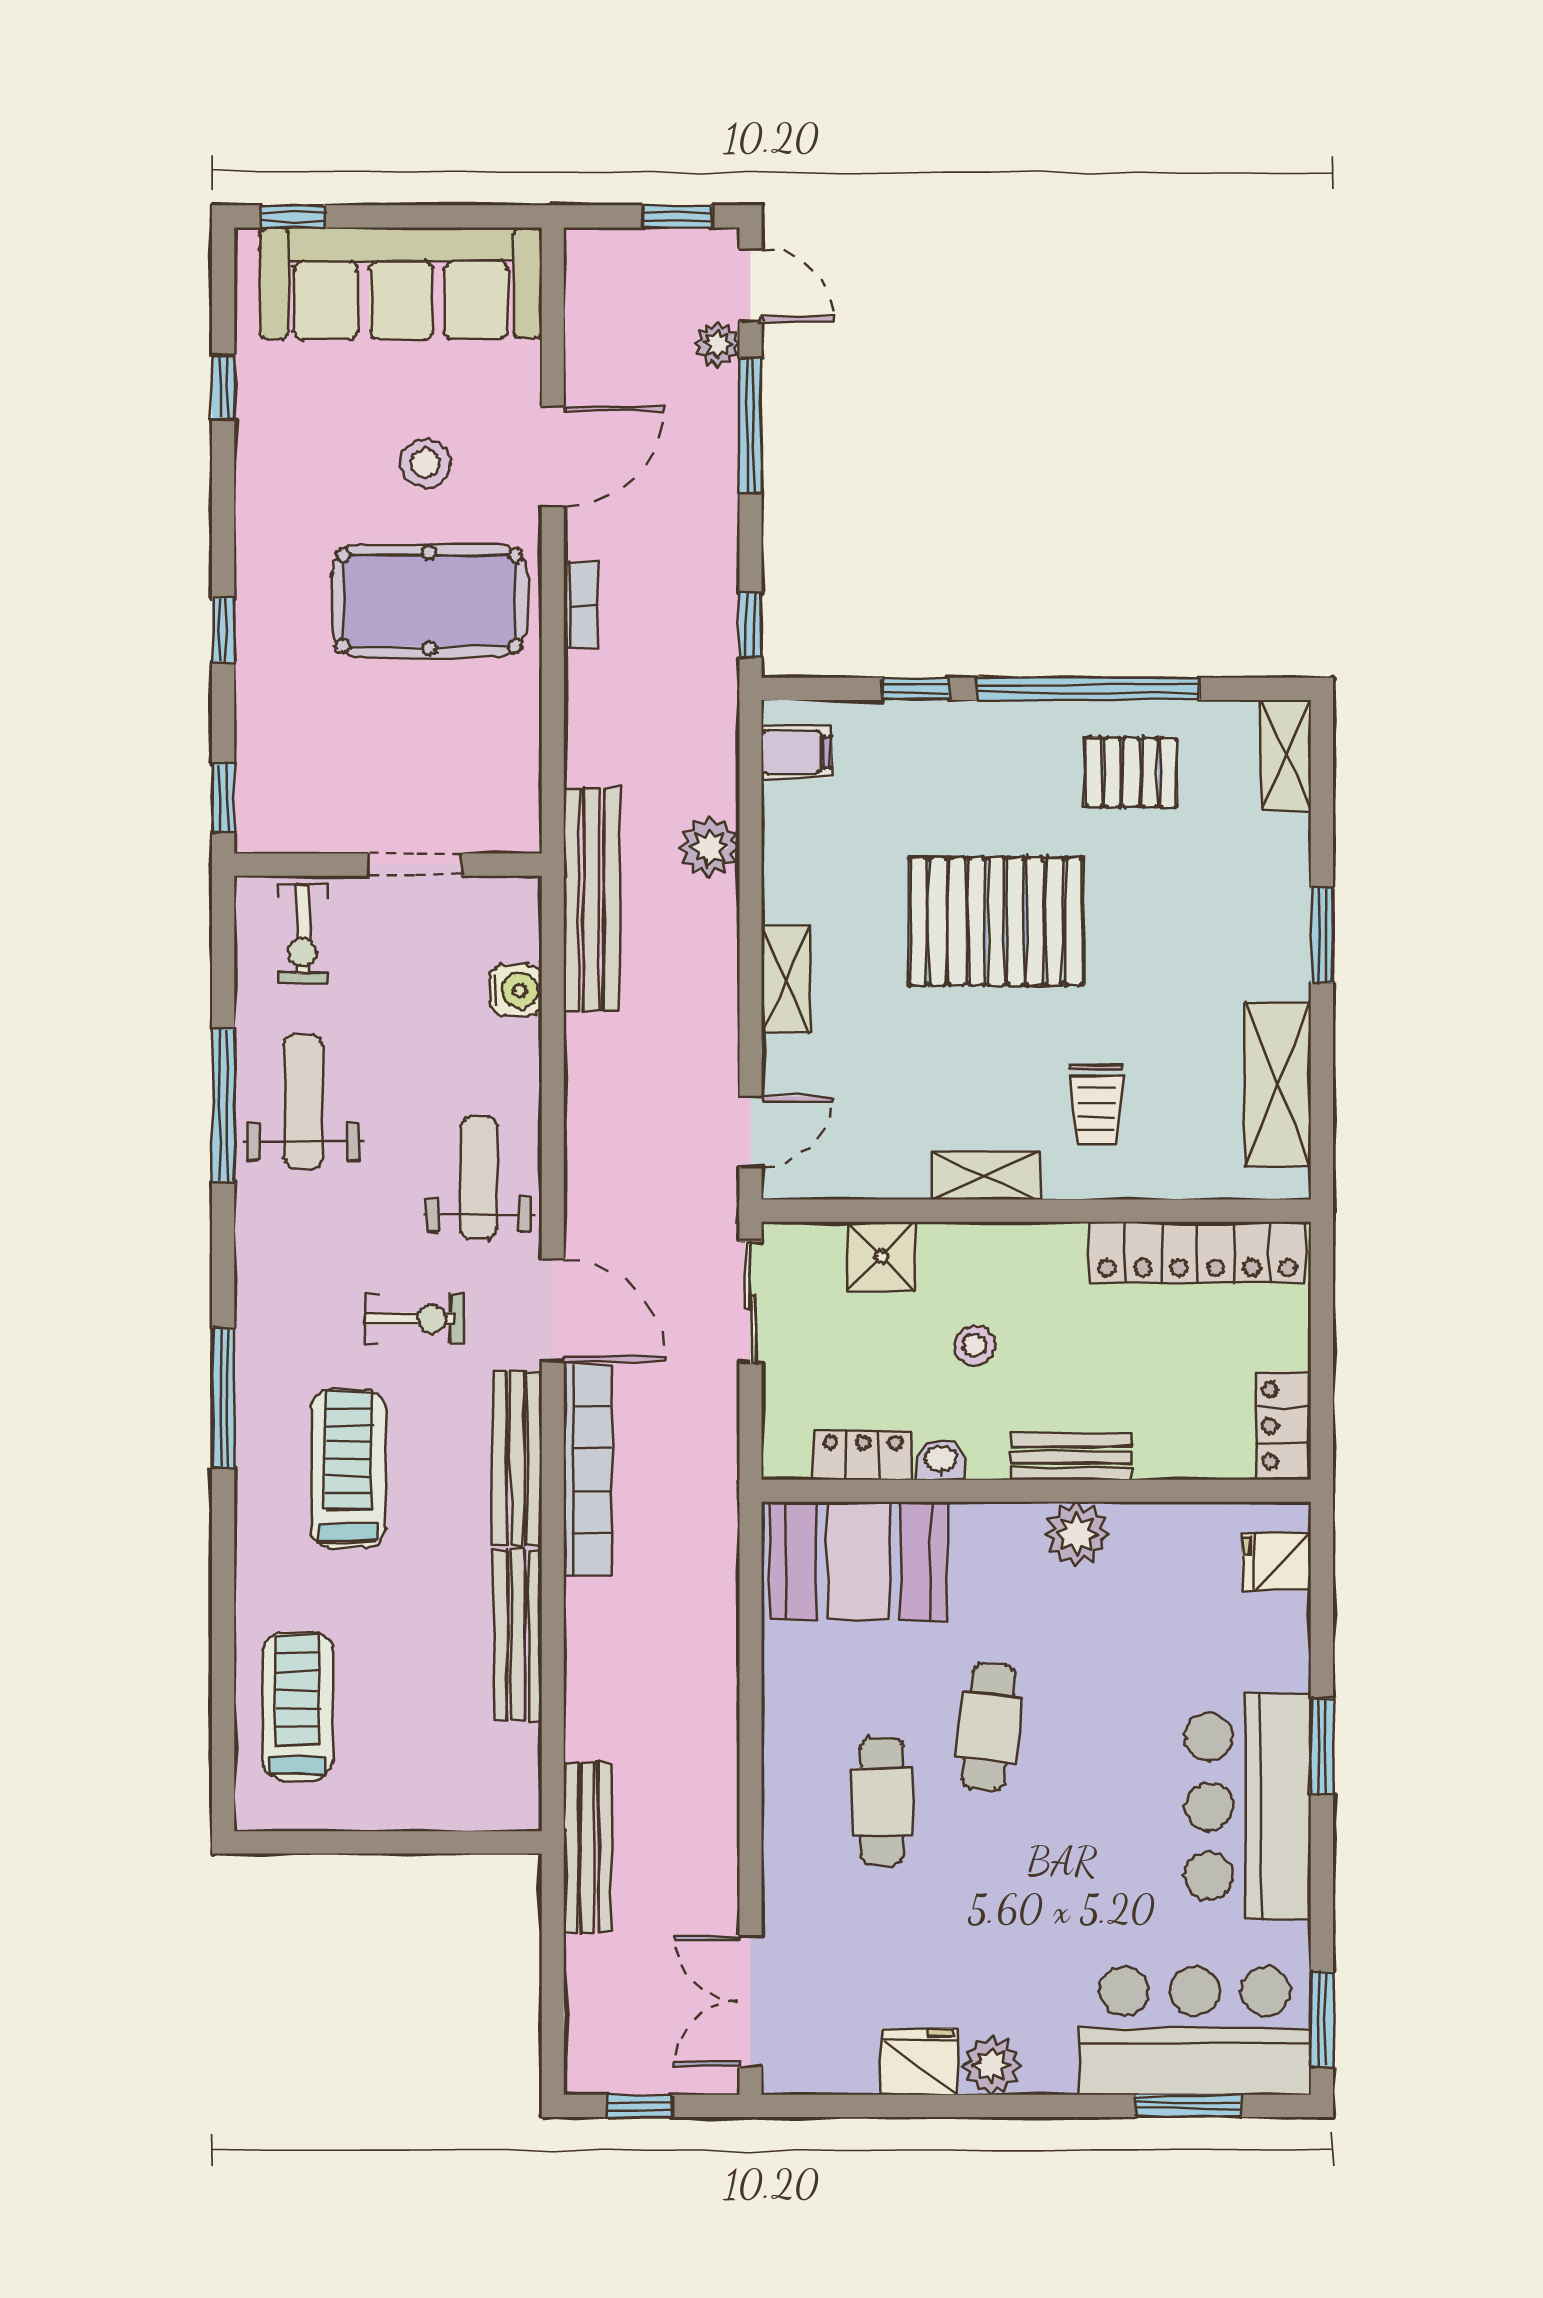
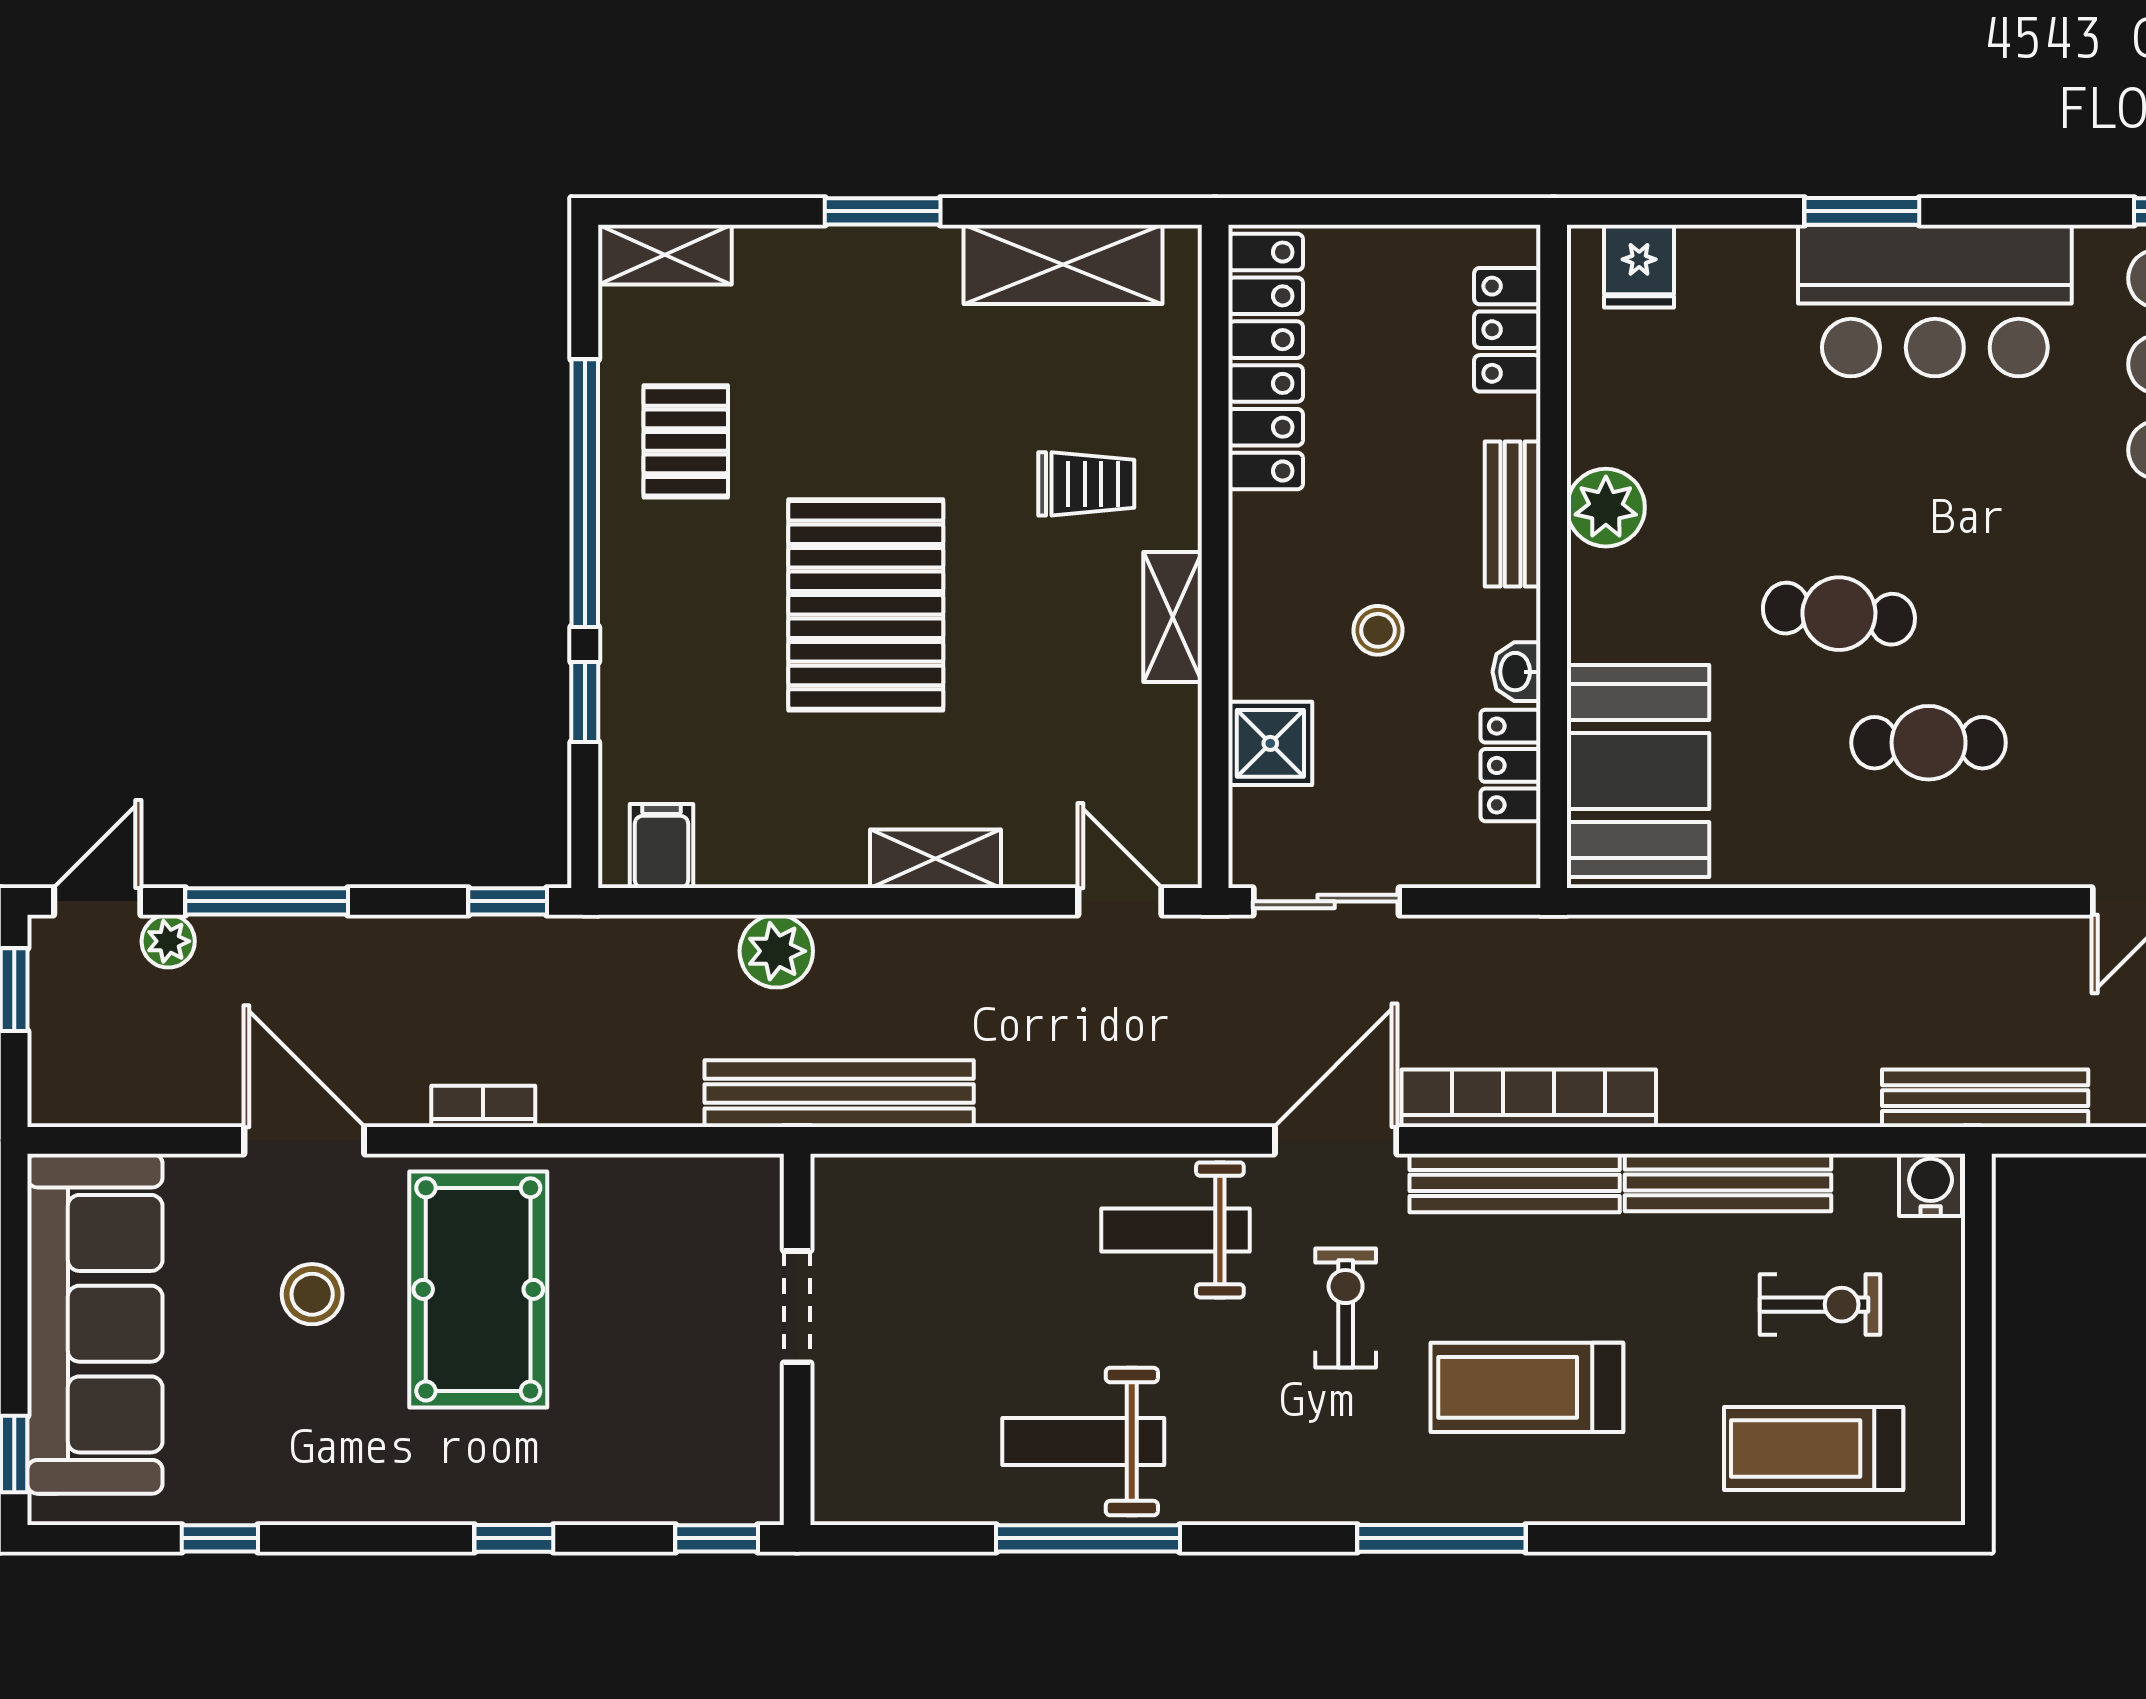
exercise bike: (303, 934) -> (1820, 1305), moved
water cooler: (516, 990) -> (1931, 1185), moved
locker: (1283, 1426) -> (1507, 330), moved, turned 90

